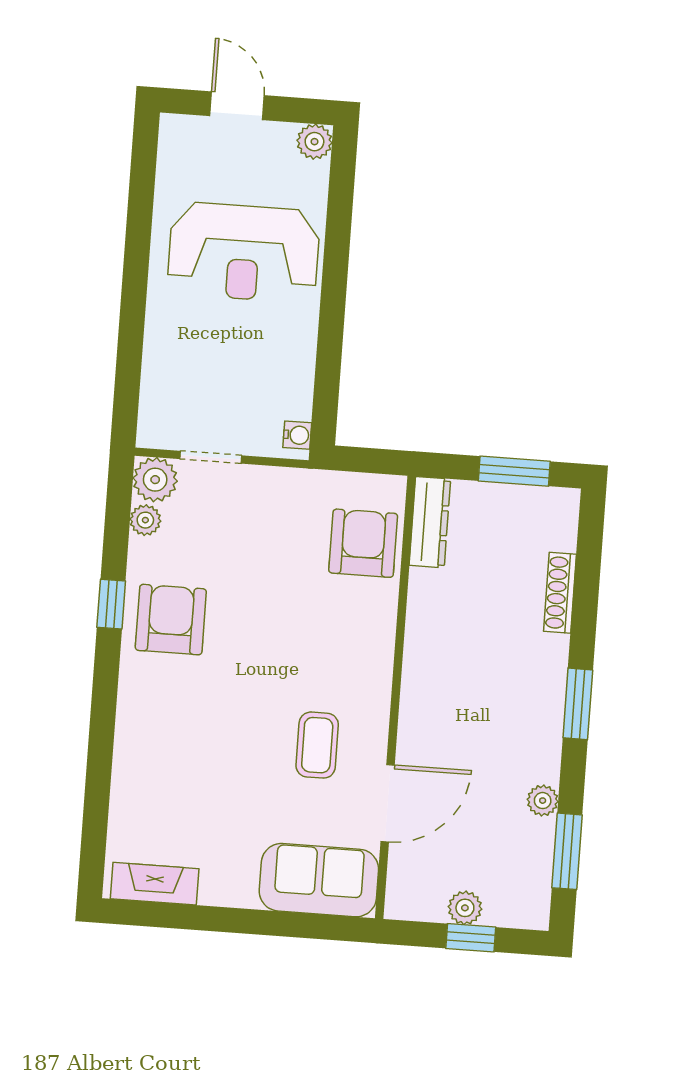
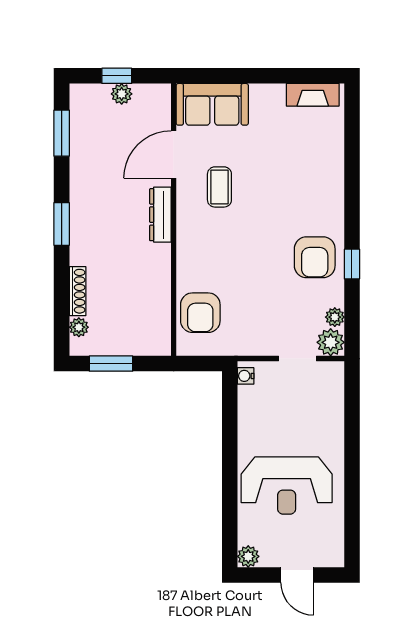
reception desk: (244, 252) -> (287, 485), turned 180
dresser: (430, 522) -> (160, 215), moved
plant: (543, 801) -> (79, 327), moved

